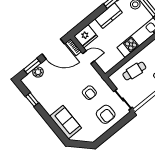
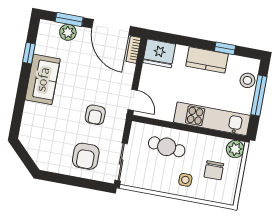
door: (88, 57) -> (133, 100), moved
sofa: (66, 122) -> (43, 79), moved

